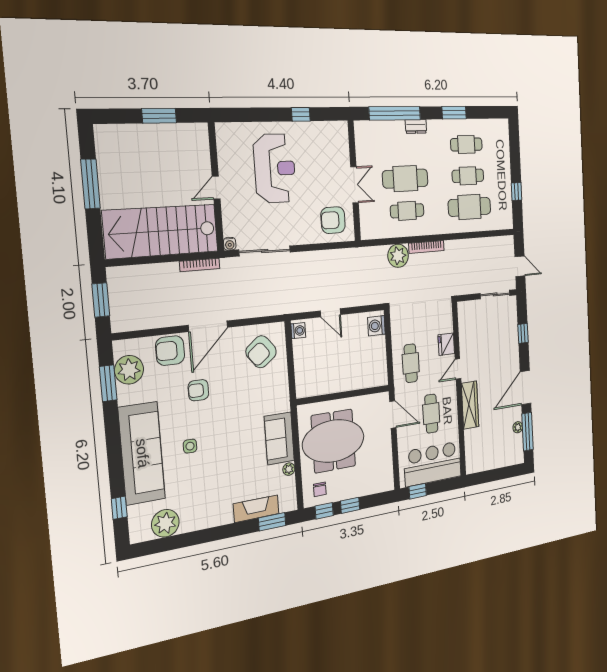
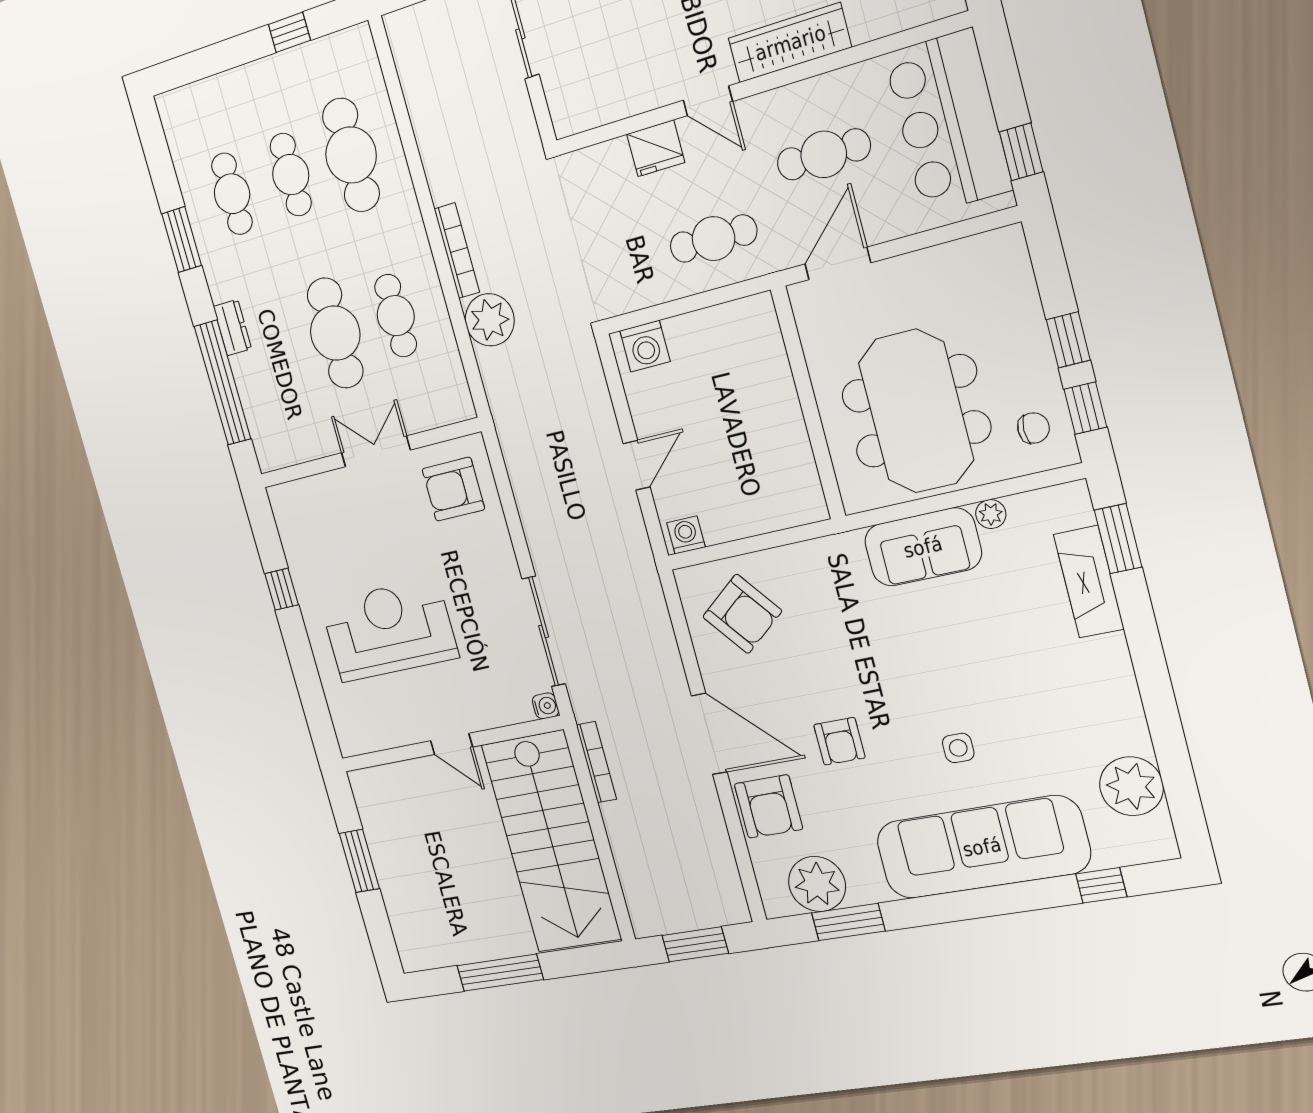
armchair: (333, 220) -> (453, 489), turned 90

